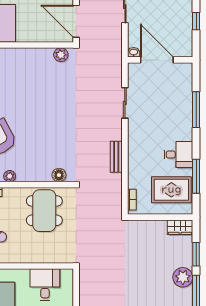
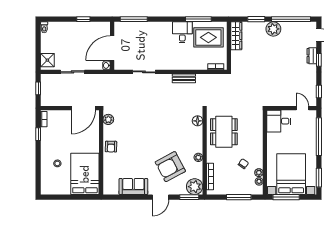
armchair: (24, 58) -> (111, 147), added
window: (196, 110) -> (134, 19), moved
rug: (171, 190) -> (208, 37), turned 90
dining table: (44, 211) -> (224, 132), turned 90
wardrobe: (180, 227) -> (236, 36), width x1.50
desk: (45, 285) -> (279, 121), moved

